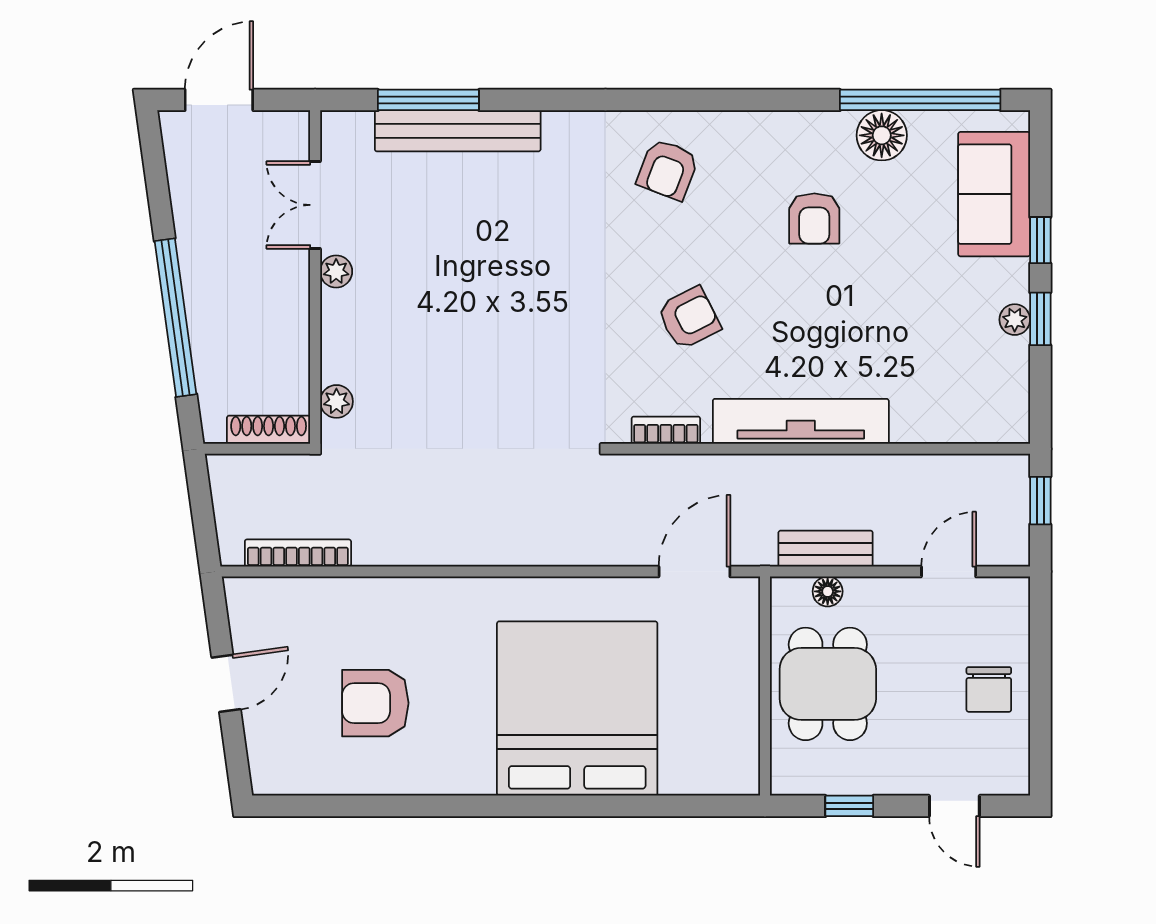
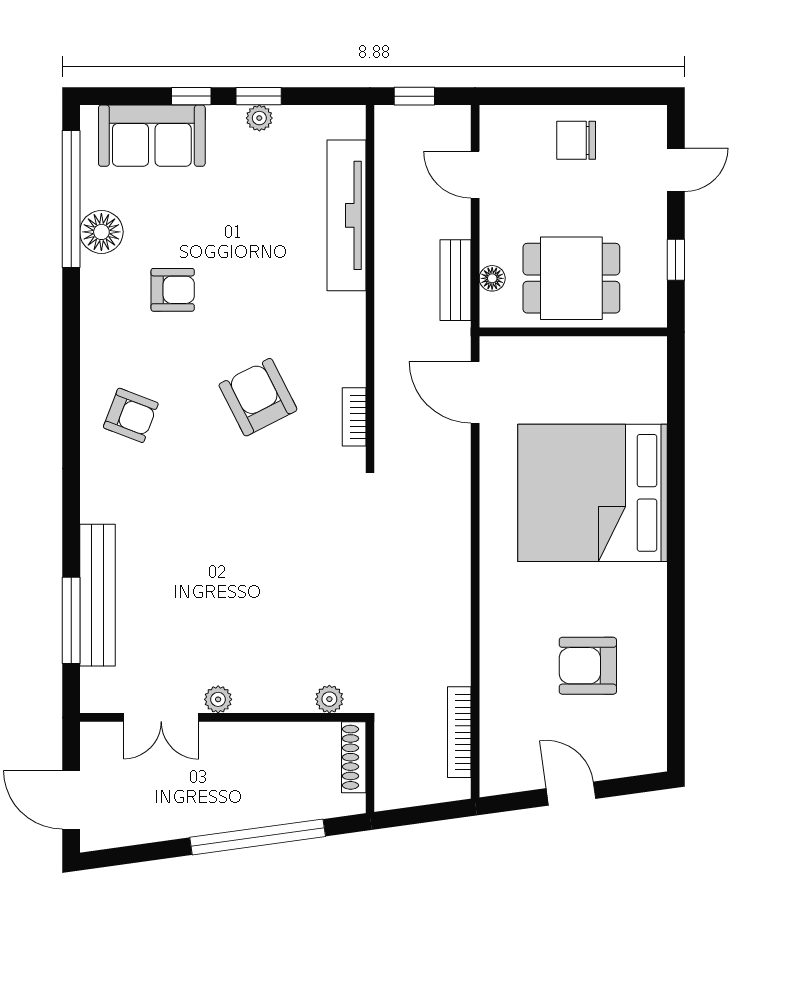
armchair: (689, 318) -> (258, 397), width x1.38, depth x1.38
tv unit: (801, 421) -> (347, 215), moved
chair: (989, 689) -> (576, 140), turned 180
armchair: (375, 703) -> (588, 666), turned 90

